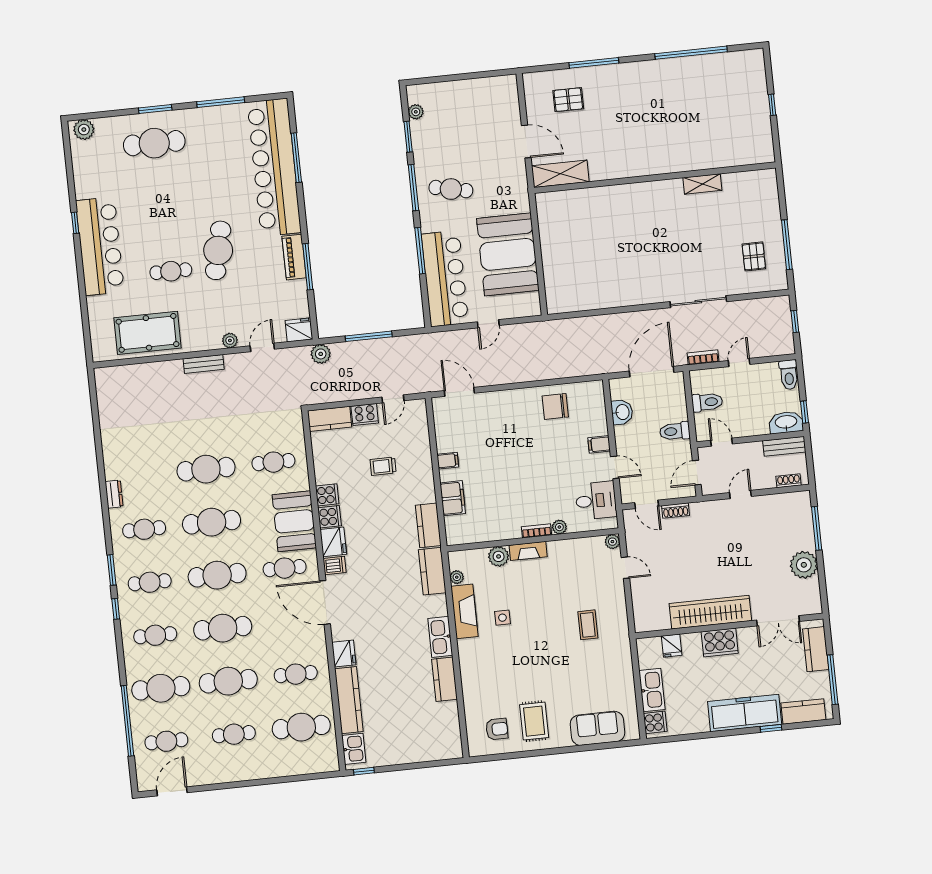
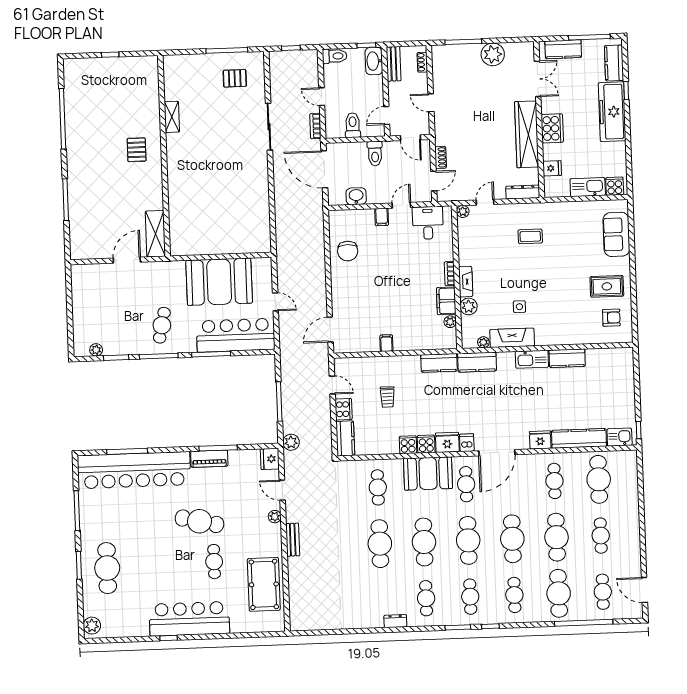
pallet: (568, 100) -> (137, 150), moved
filing cabinet: (453, 498) -> (446, 301), moved, turned -90
plant: (559, 527) -> (450, 322), moved
dresser: (641, 612) -> (523, 192), added
armchair: (497, 729) -> (611, 318), turned 90

